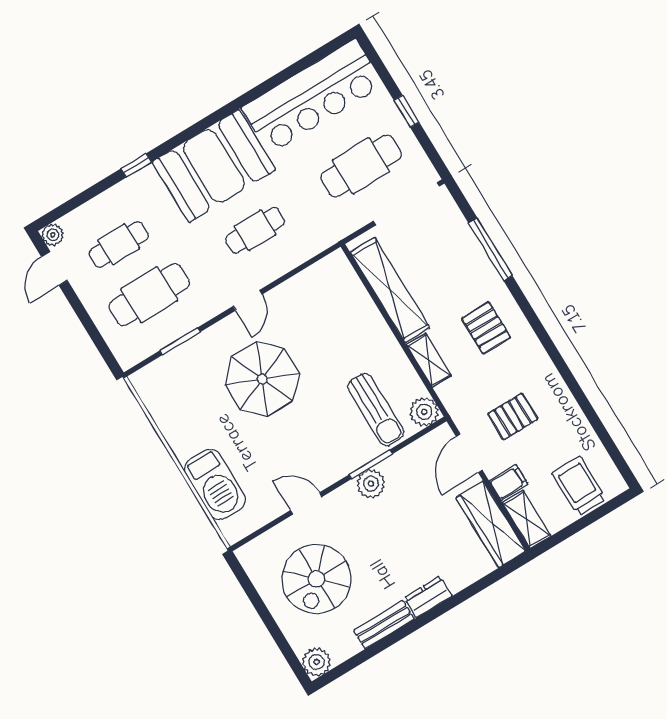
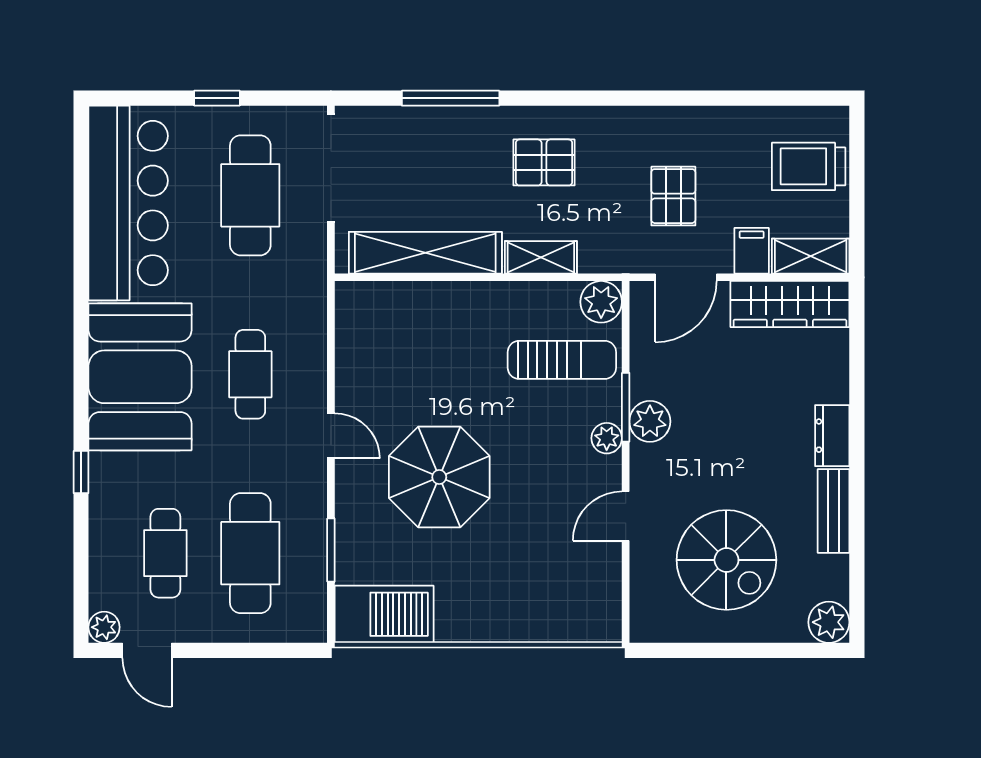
door: (469, 453) -> (686, 277), hinge flipped
plant: (345, 464) -> (607, 438), added
barbecue: (215, 484) -> (384, 614), moved

